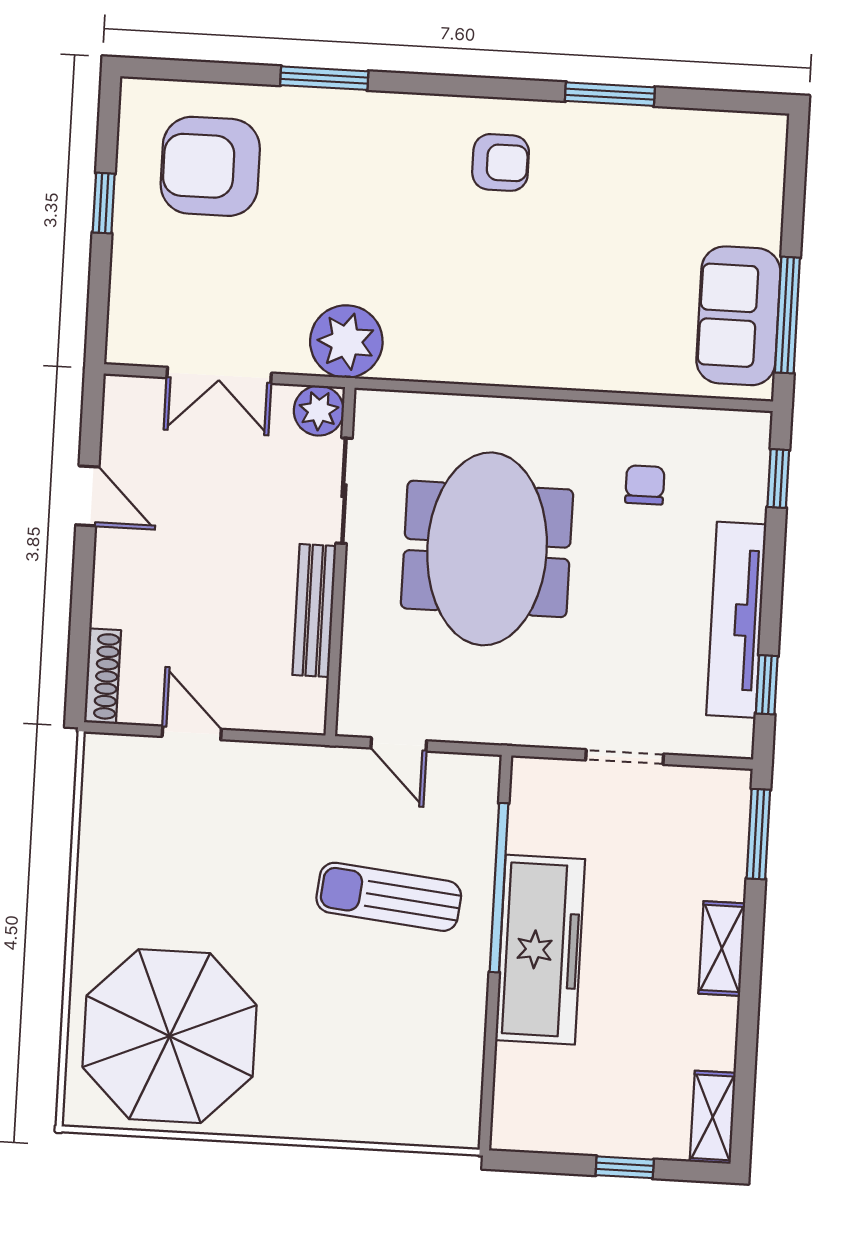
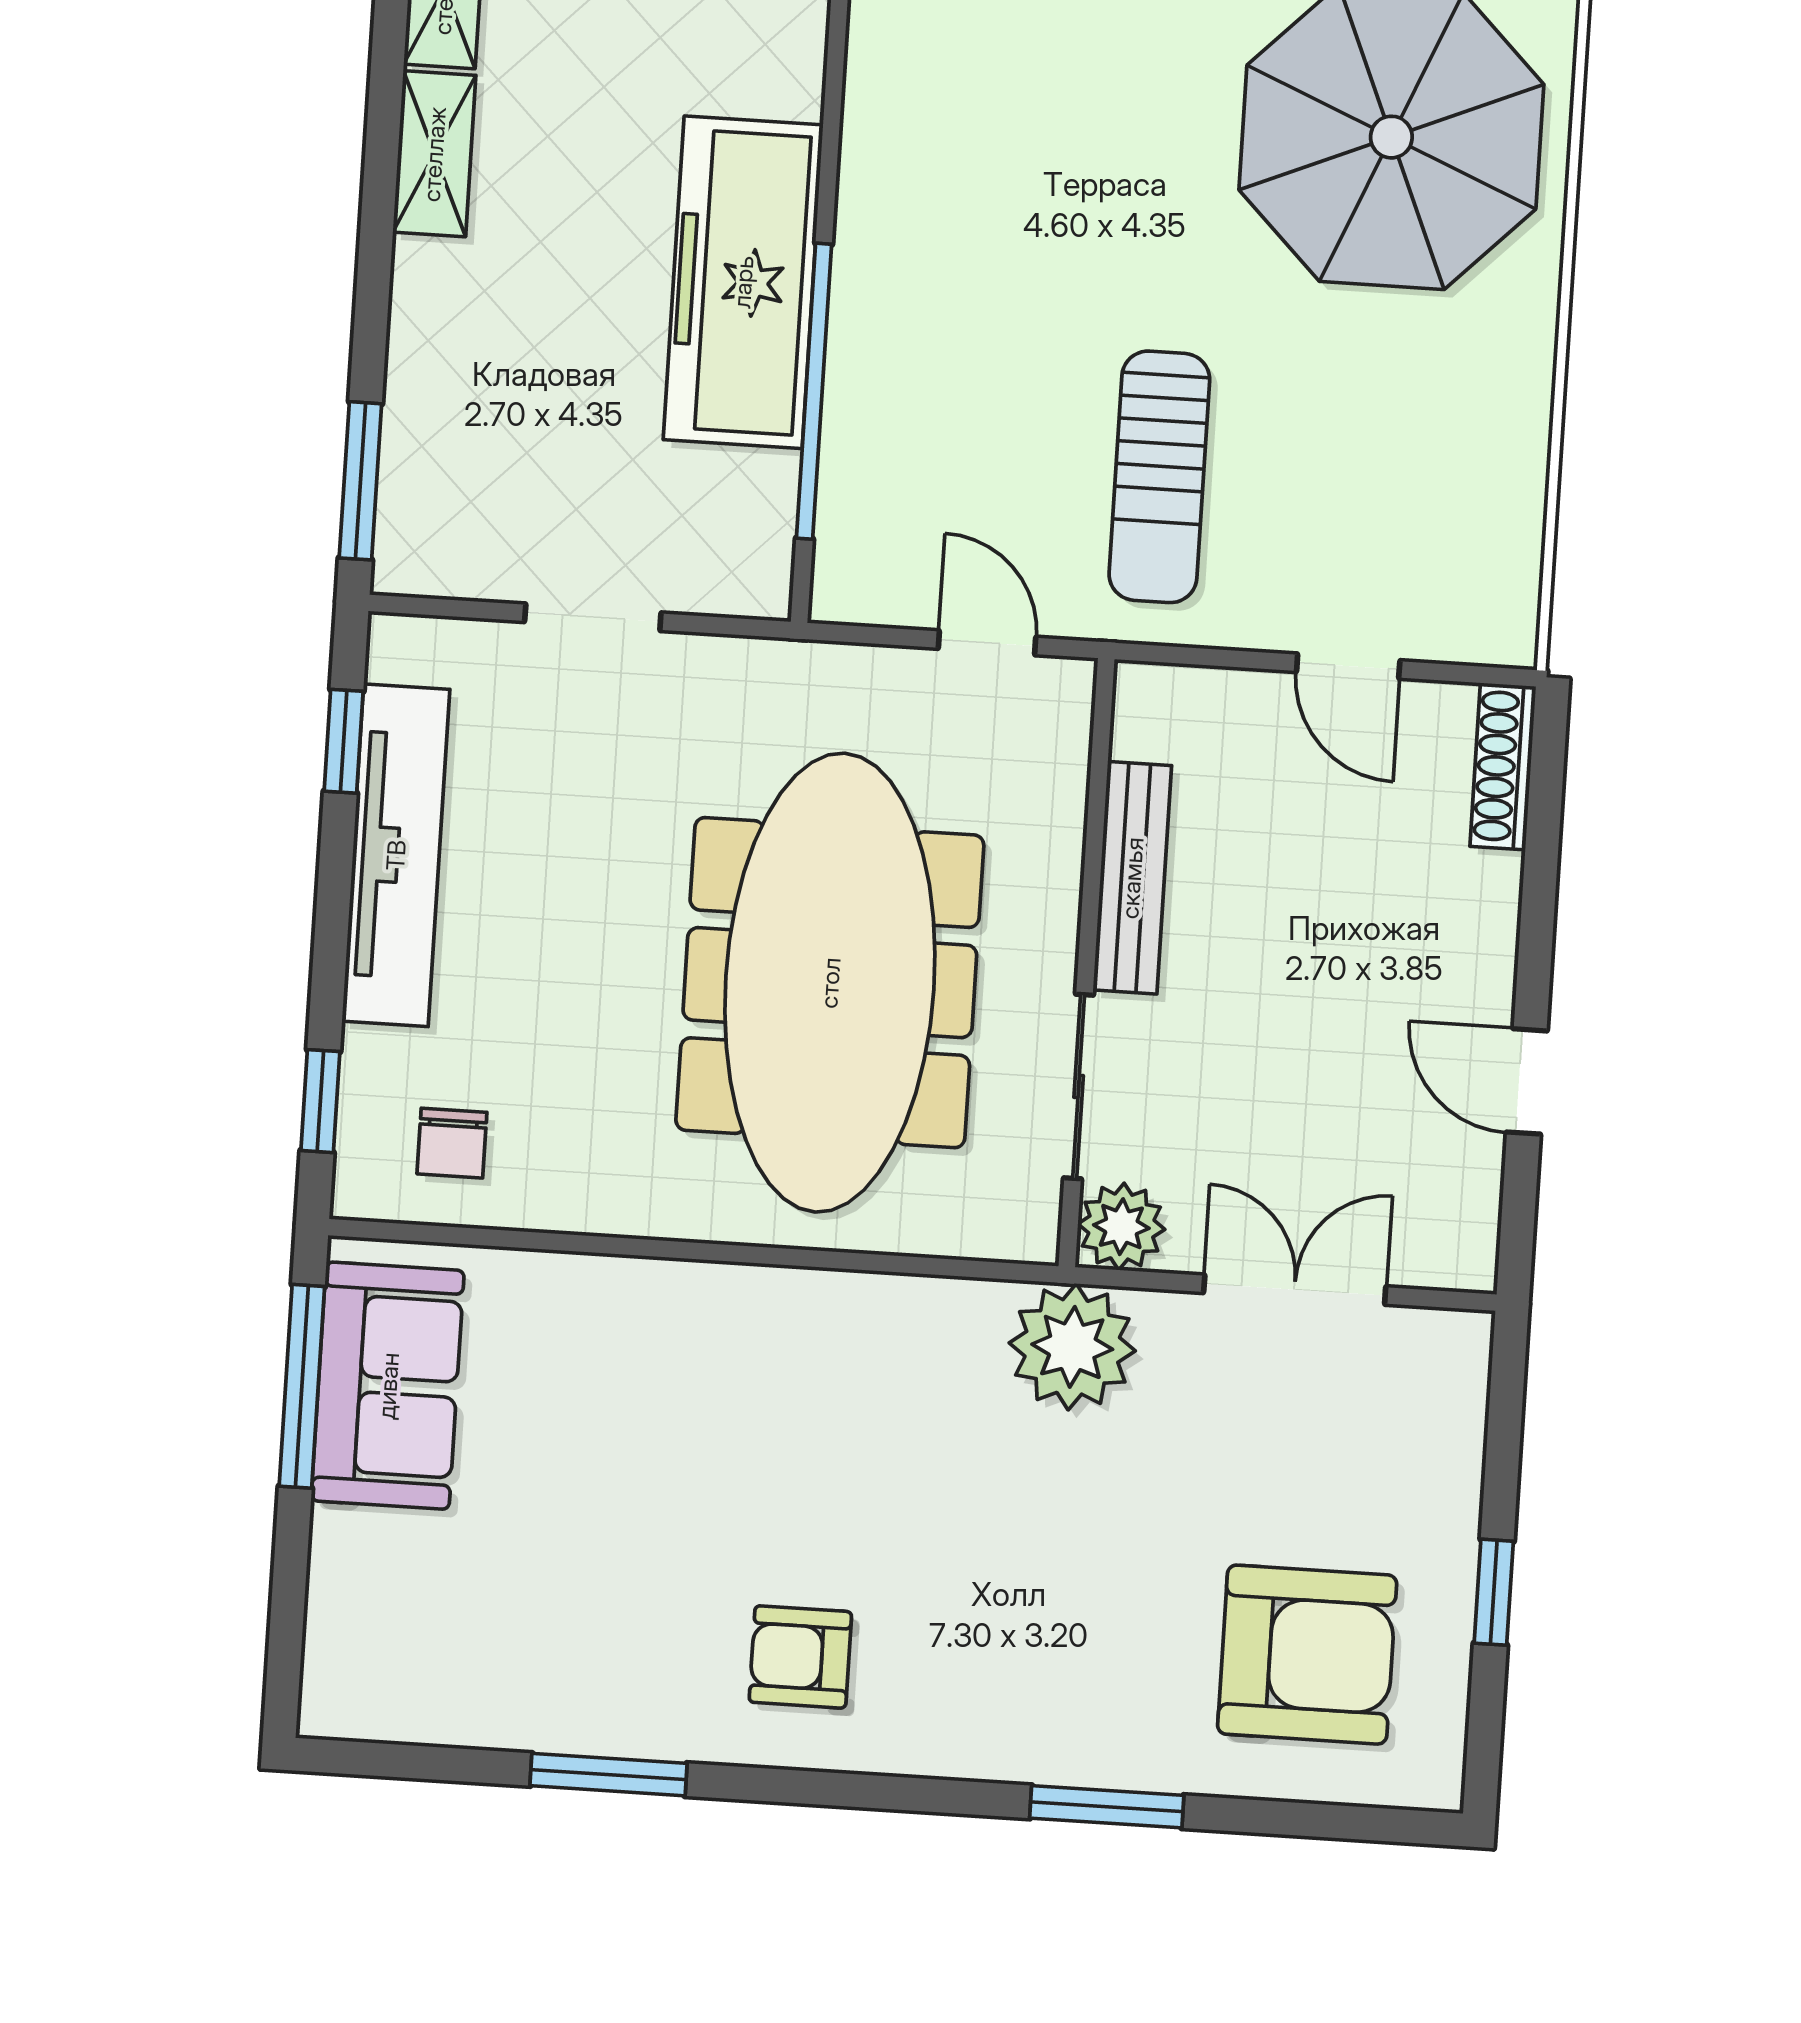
chair: (645, 485) -> (452, 1143), moved
meeting table: (487, 549) -> (830, 983), width x1.36
sun lounger: (389, 897) -> (1159, 477), moved, turned 84
shelving: (722, 948) -> (434, 154), moved

